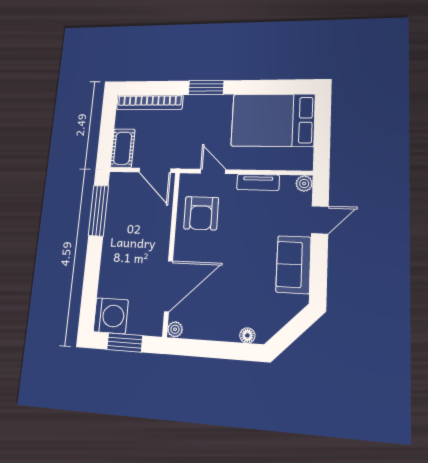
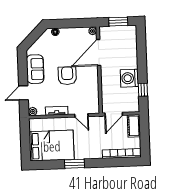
window: (206, 88) -> (74, 164), moved
door: (155, 170) -> (114, 114), swing flipped
window: (98, 211) -> (143, 90), width x0.46
armchair: (201, 213) -> (67, 76), moved
washing machine: (111, 316) -> (129, 78), moved

